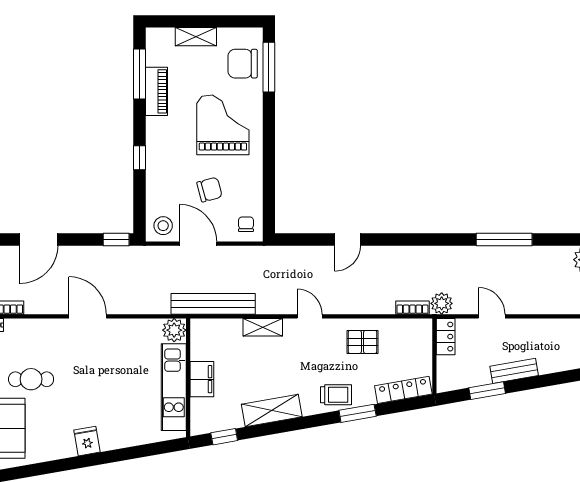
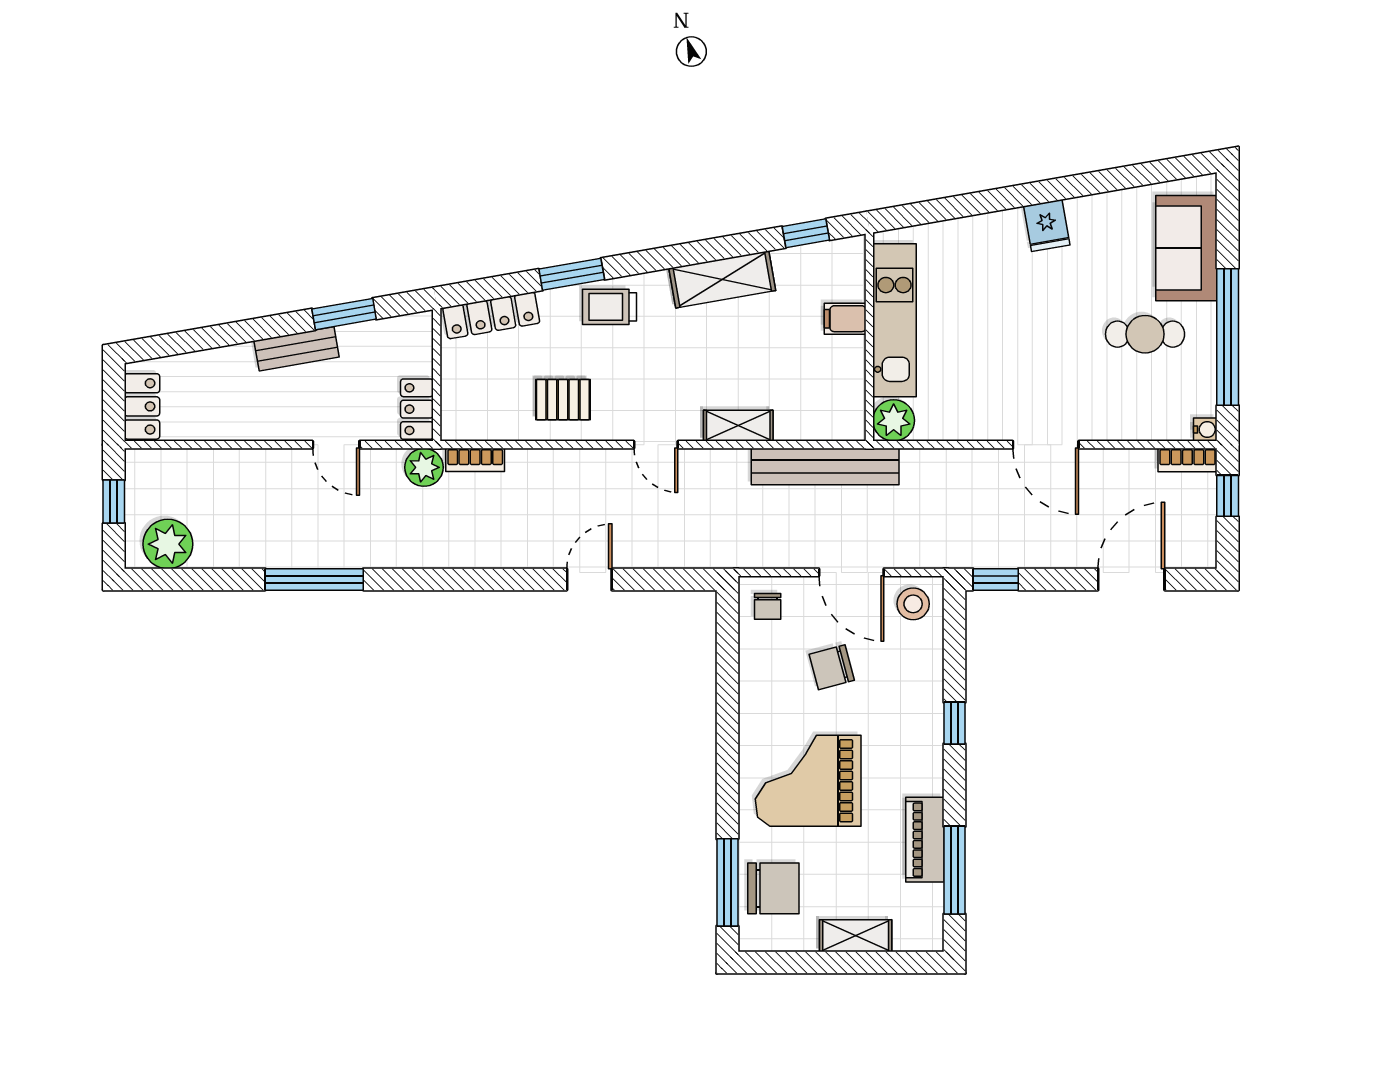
grand piano: (223, 125) -> (808, 781), turned 90
filing cabinet: (202, 379) -> (845, 319), width x0.50

